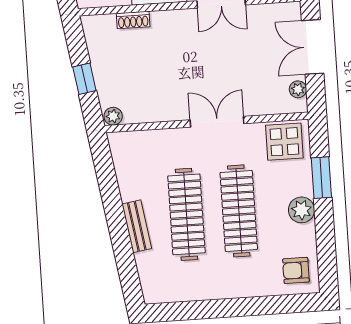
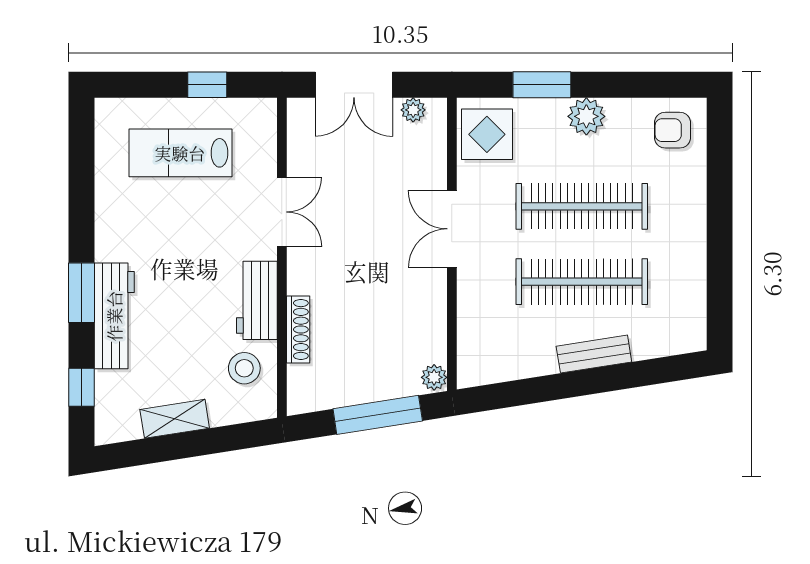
shoe rack: (133, 20) -> (298, 329), width x1.43
window: (84, 79) -> (378, 415), width x2.17
armchair: (296, 270) -> (672, 130), turned 90

